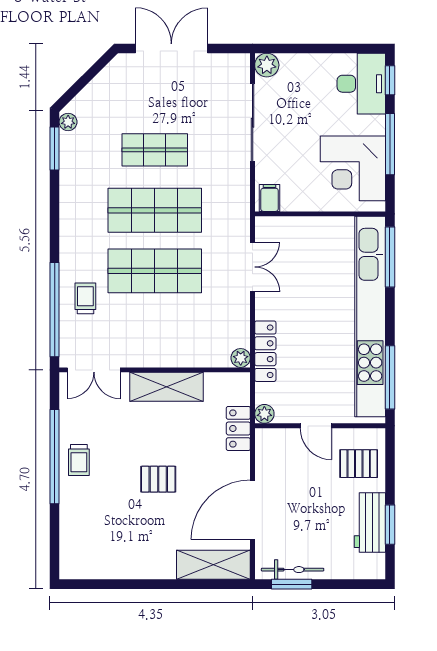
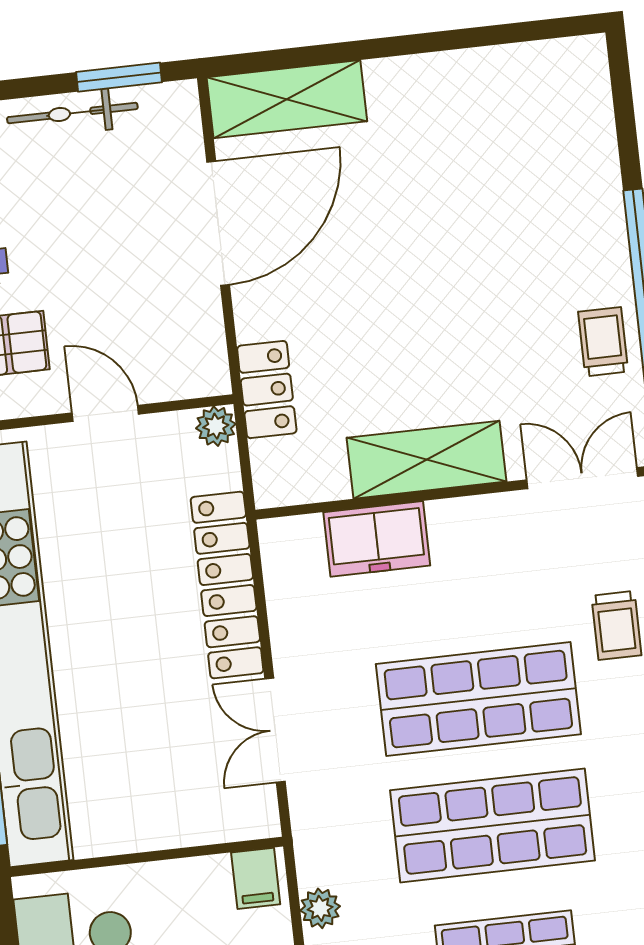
locker: (265, 351) -> (227, 585), width x1.41, depth x1.21
freezer: (194, 352) -> (377, 539), added
plant: (241, 358) -> (320, 908), moved
trolley: (79, 460) -> (603, 342), moved
pallet: (158, 479) -> (422, 265), removed
bicycle: (293, 570) -> (72, 113), moved

